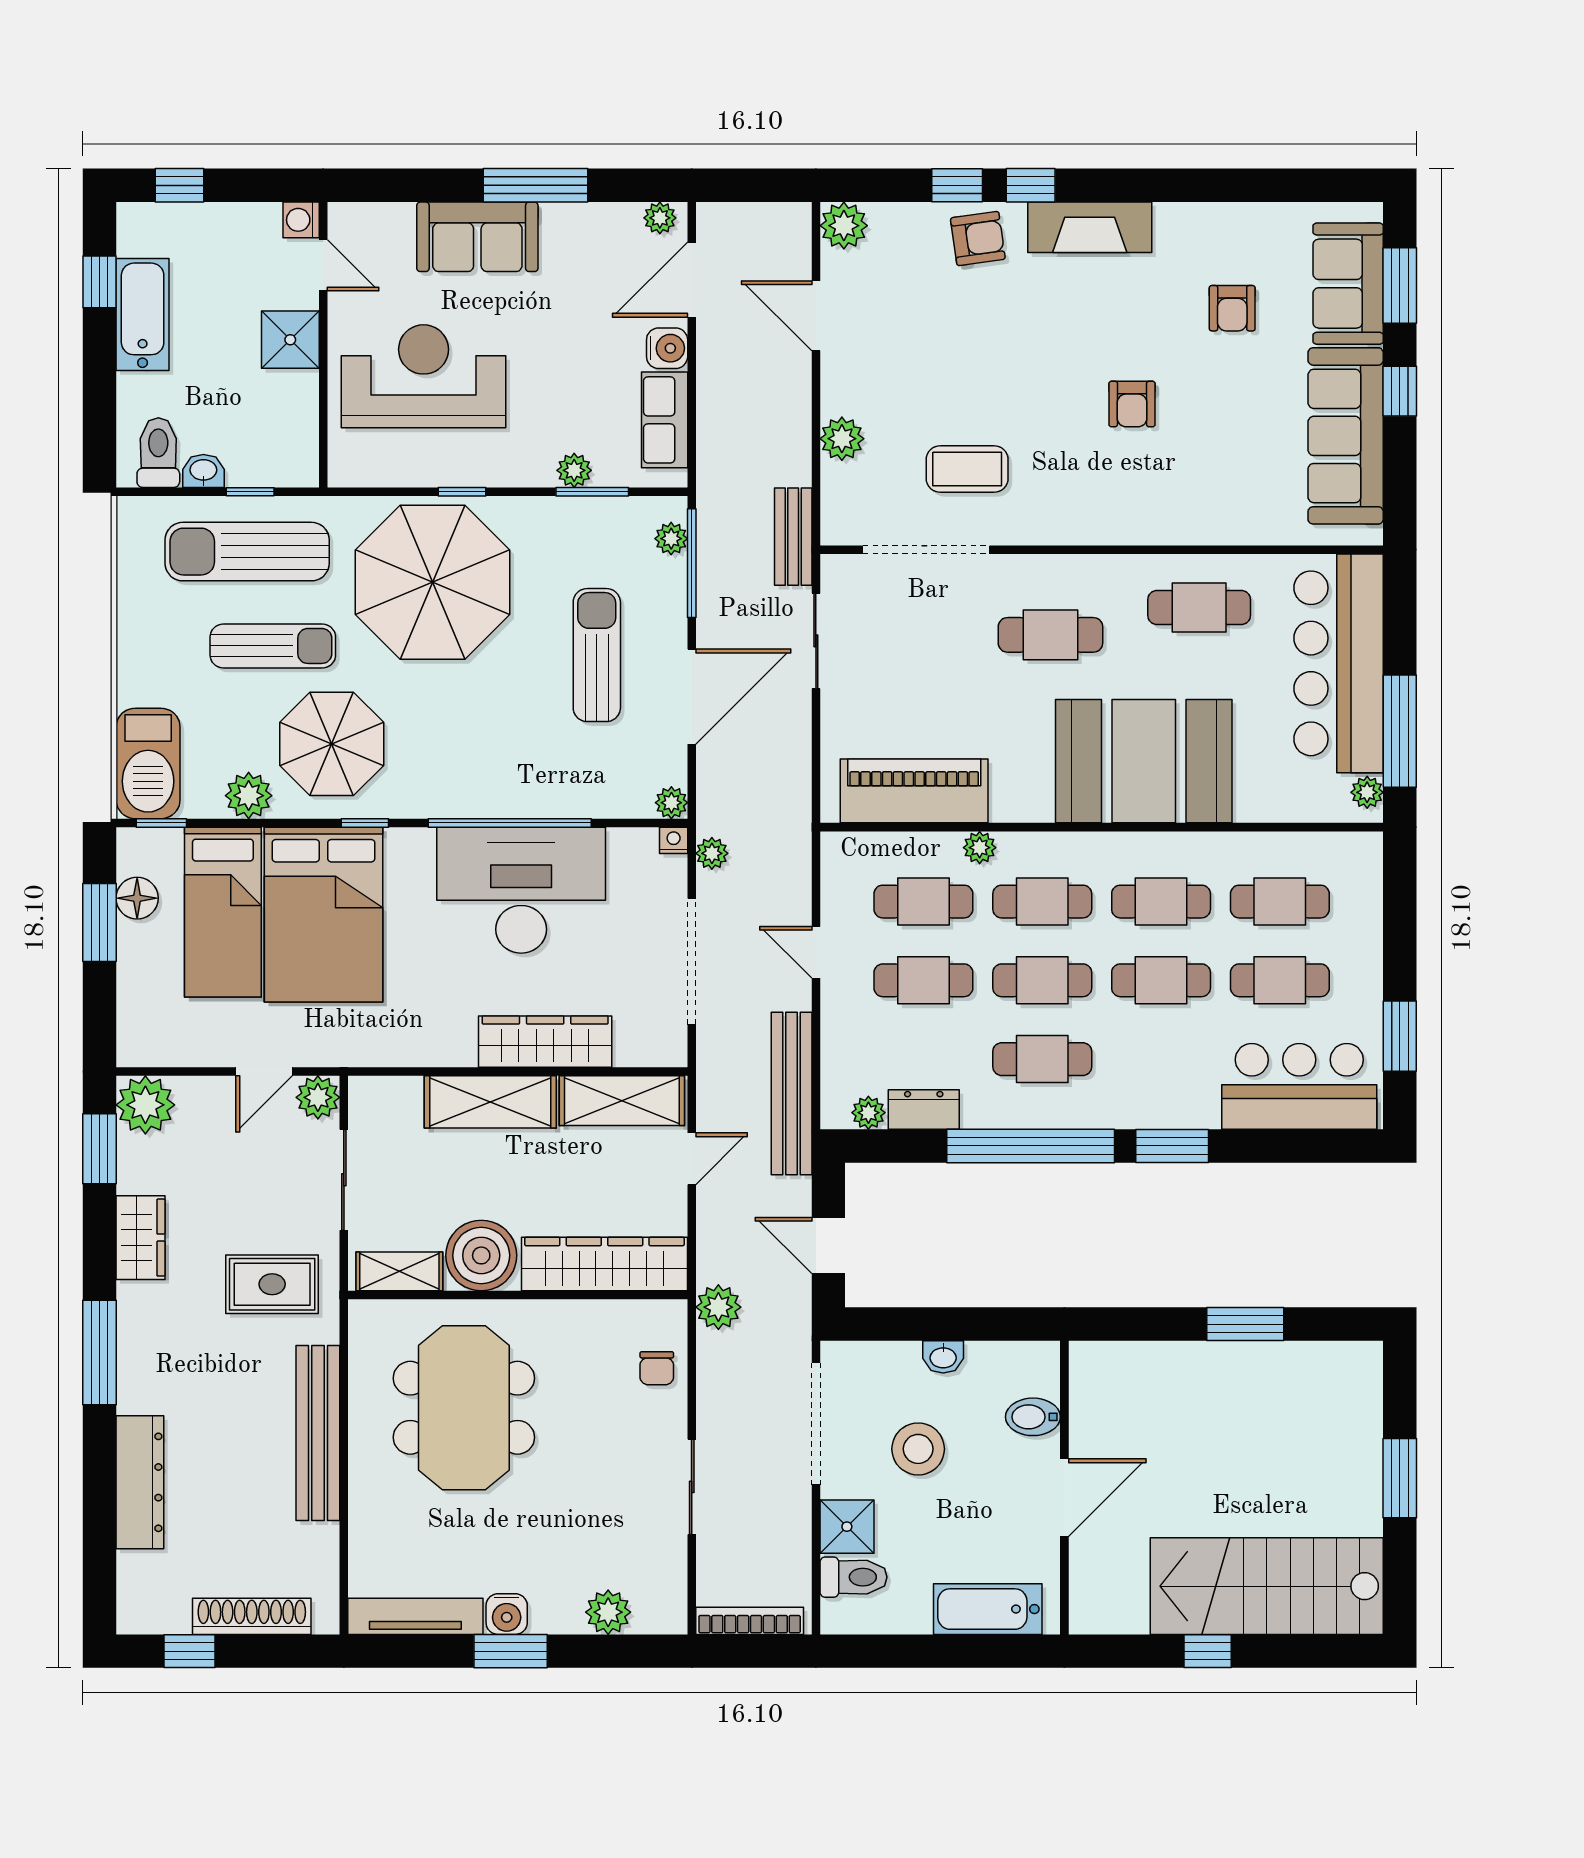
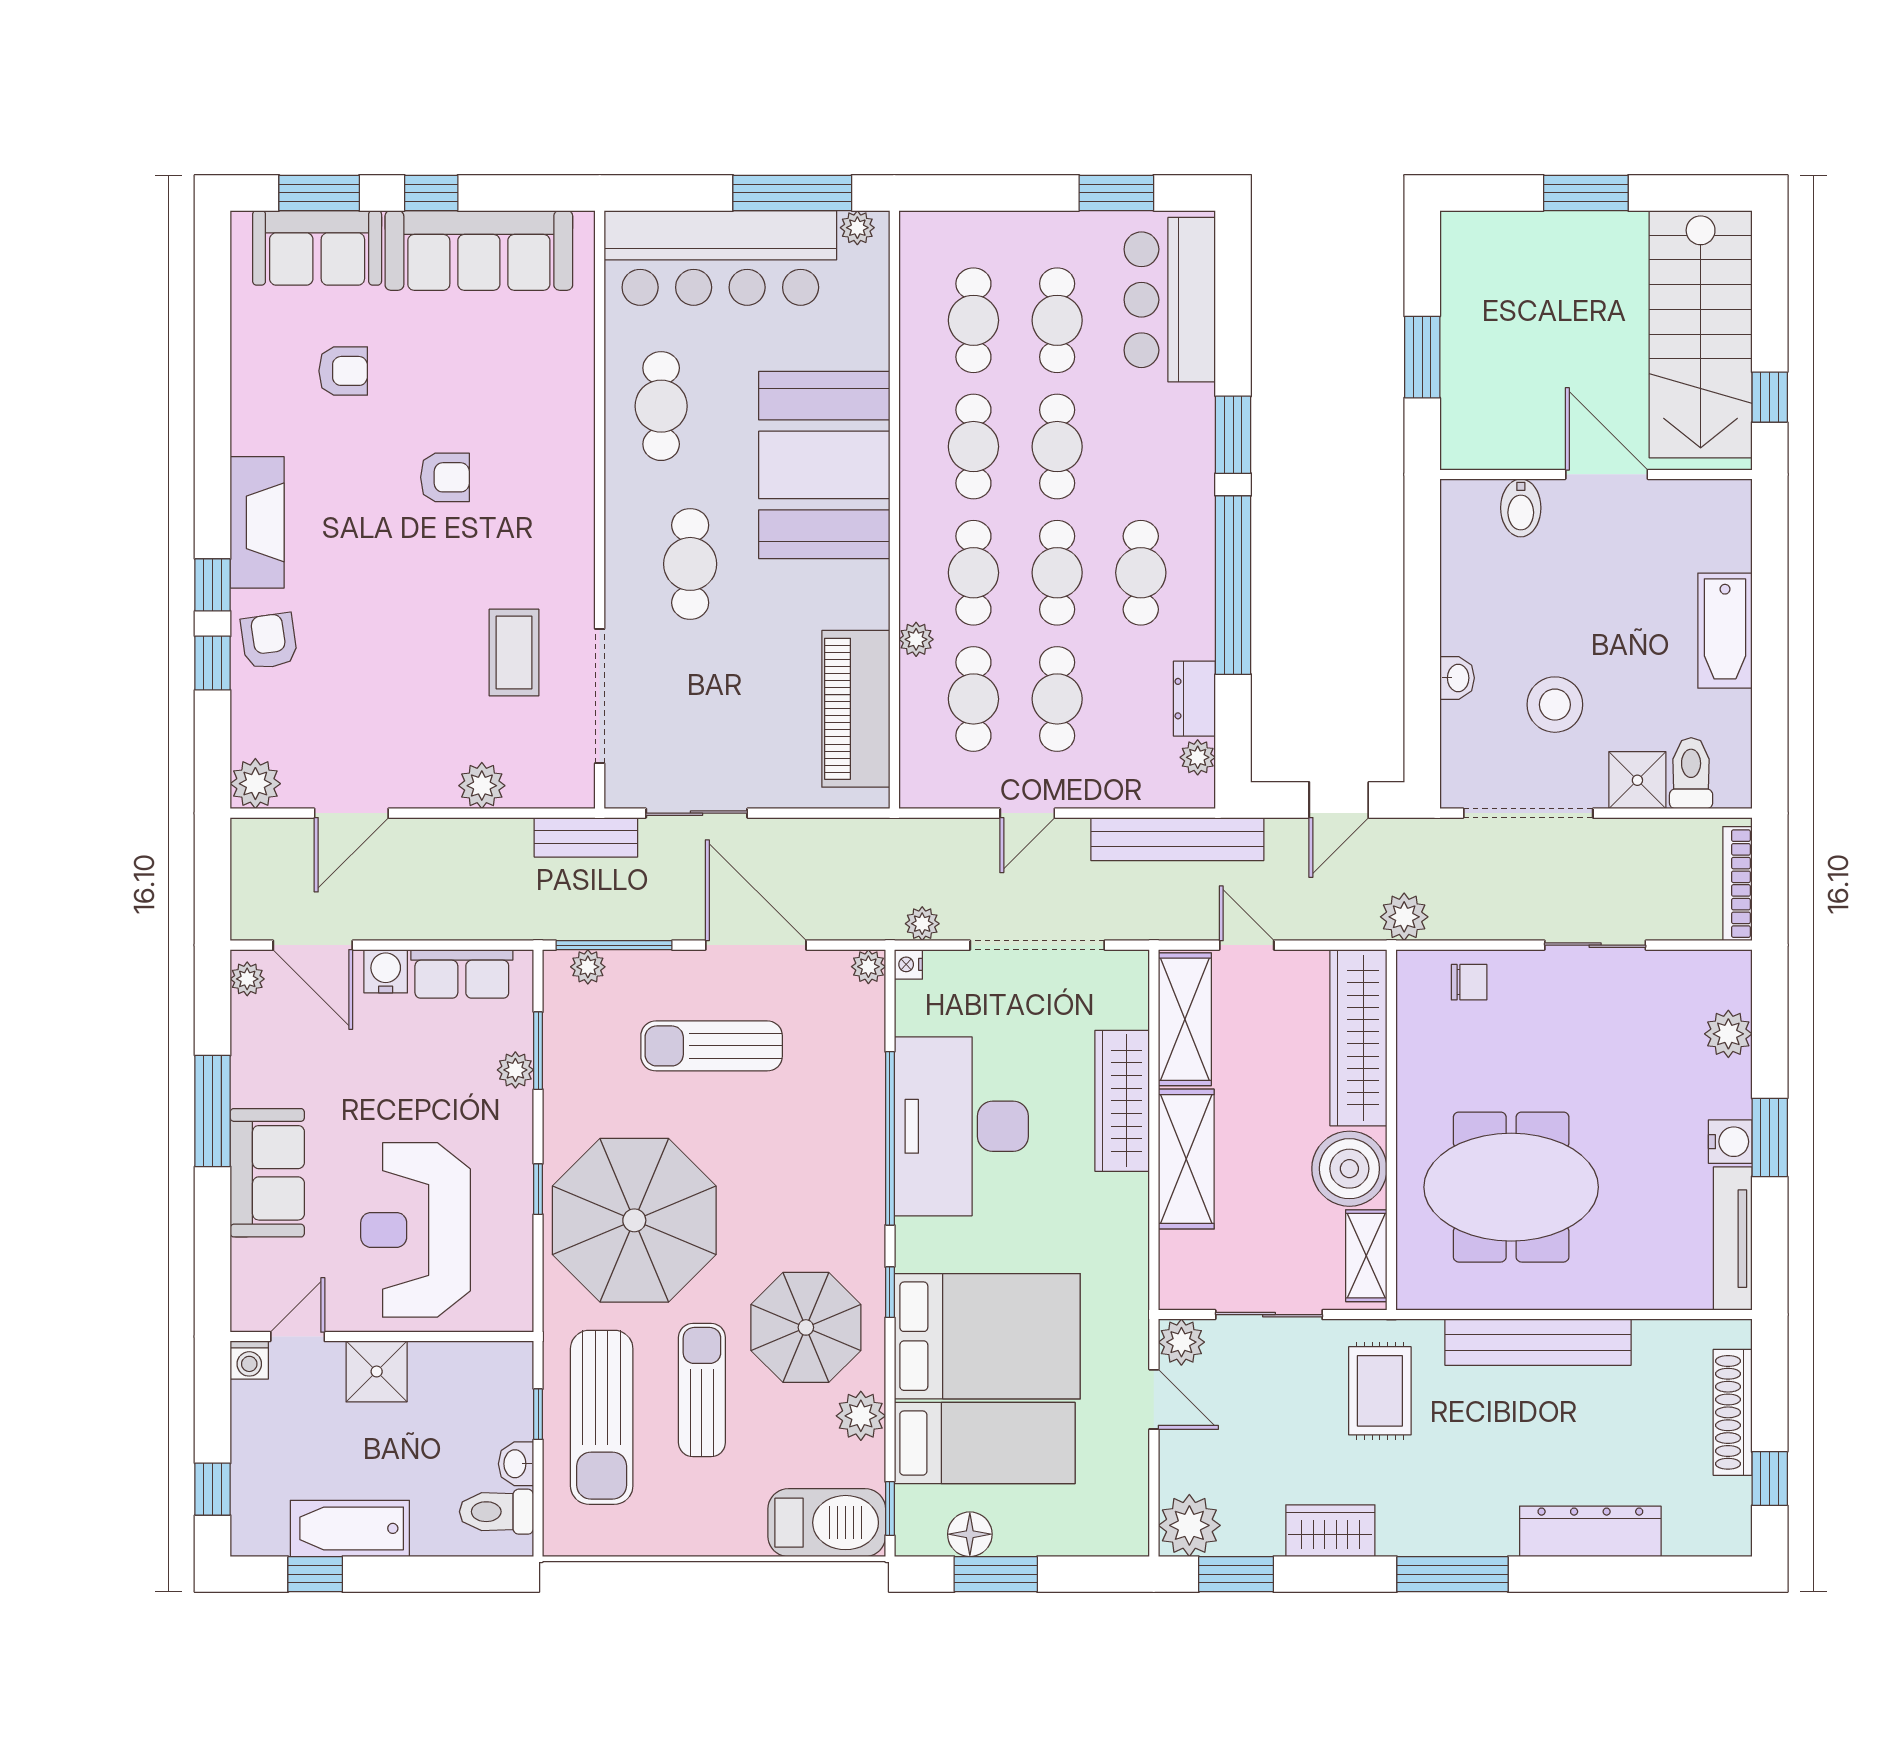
bidet: (1033, 1417) -> (1521, 508), moved
wall: (1064, 1488) -> (1596, 474), moved
door: (1064, 1498) -> (1607, 474), moved

